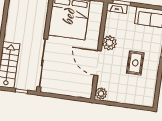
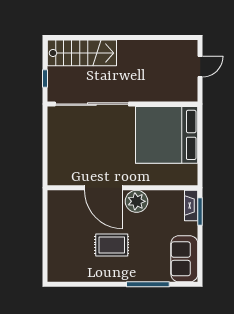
door: (98, 63) -> (104, 188), swing flipped
plant: (101, 94) -> (58, 199), removed

